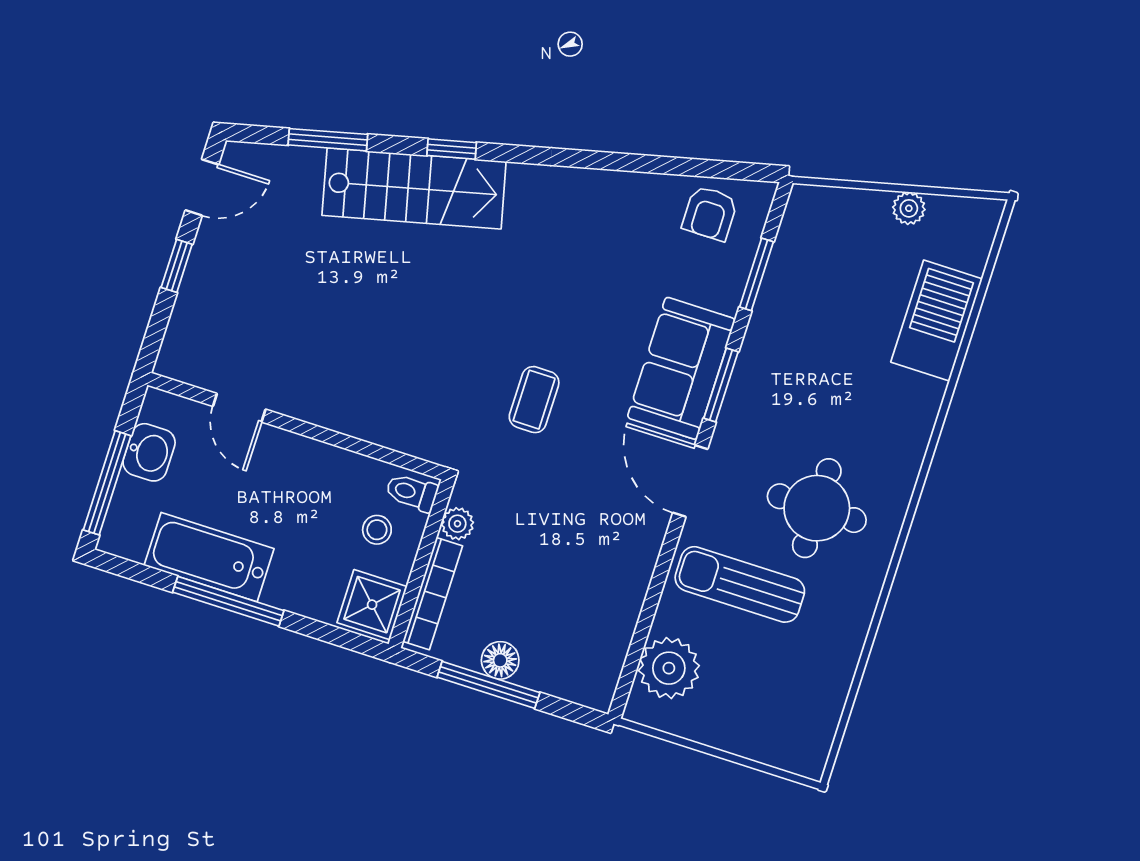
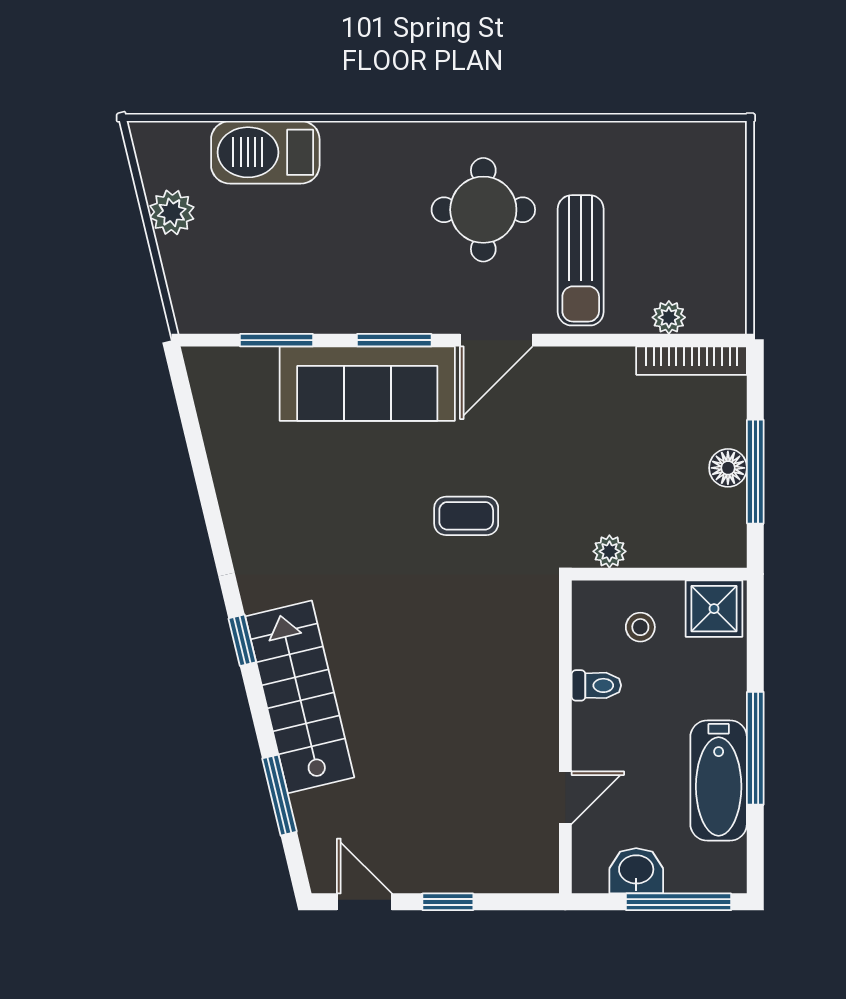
window: (452, 149) -> (242, 640), moved
plant: (909, 208) -> (172, 212), width x1.38, depth x1.38
armchair: (710, 213) -> (232, 404), removed
sofa: (681, 368) -> (367, 384), width x1.36
toilet: (412, 492) -> (596, 685), moved, turned -90
bookcase: (433, 594) -> (692, 361), moved, turned 180
plant: (669, 668) -> (669, 317), width x0.53, depth x0.53

